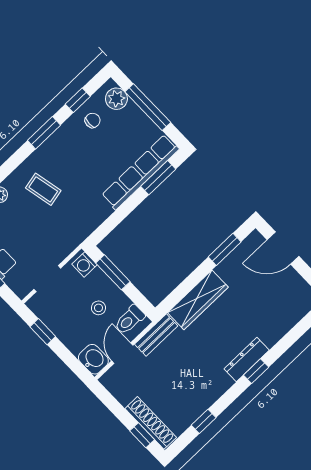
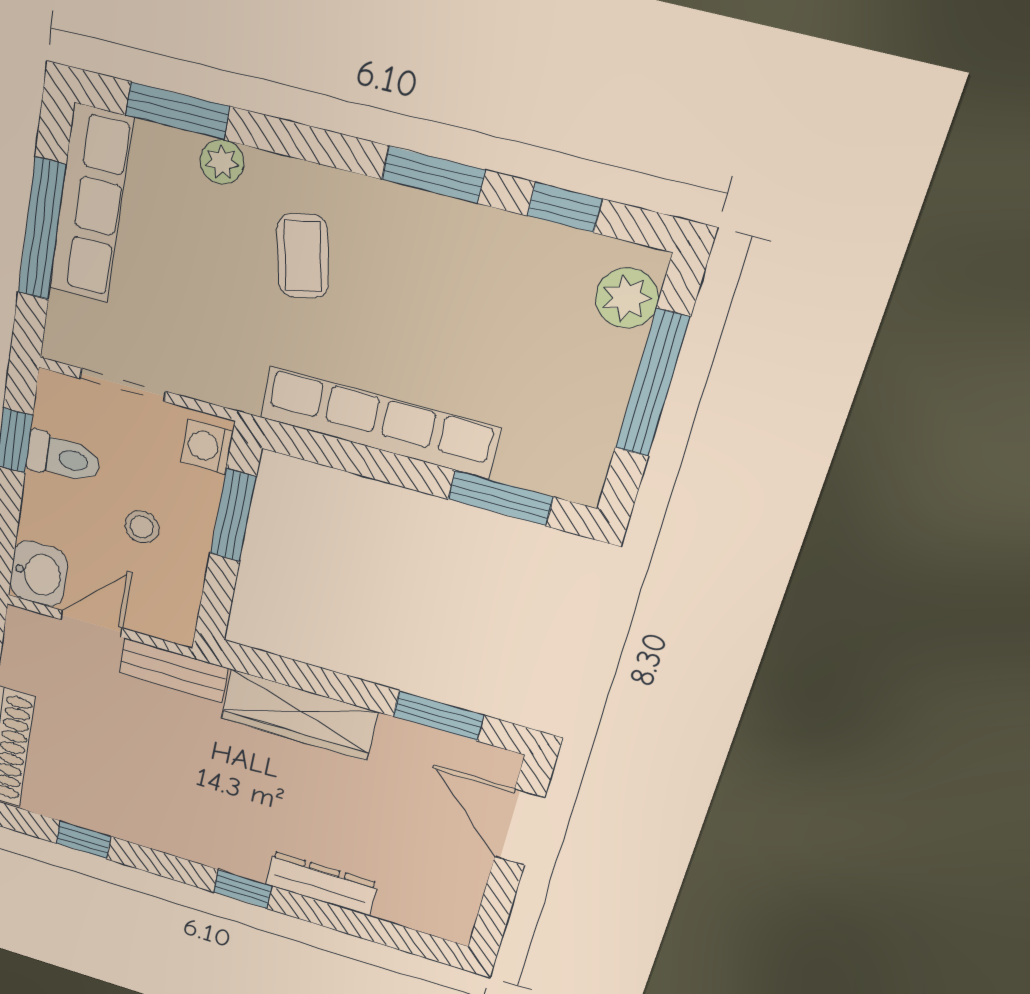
chair: (93, 120) -> (537, 273), removed
row of seats: (140, 172) -> (379, 423), moved
toilet: (130, 320) -> (63, 458), moved, turned 180
dresser: (247, 360) -> (321, 884), moved

